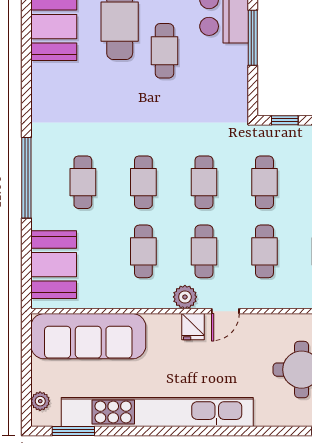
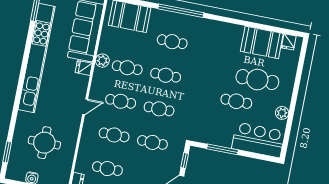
window: (253, 38) -> (222, 149), moved
plant: (185, 297) -> (102, 61), moved
door: (225, 311) -> (85, 107), swing flipped
fridge: (193, 327) -> (84, 68), moved

